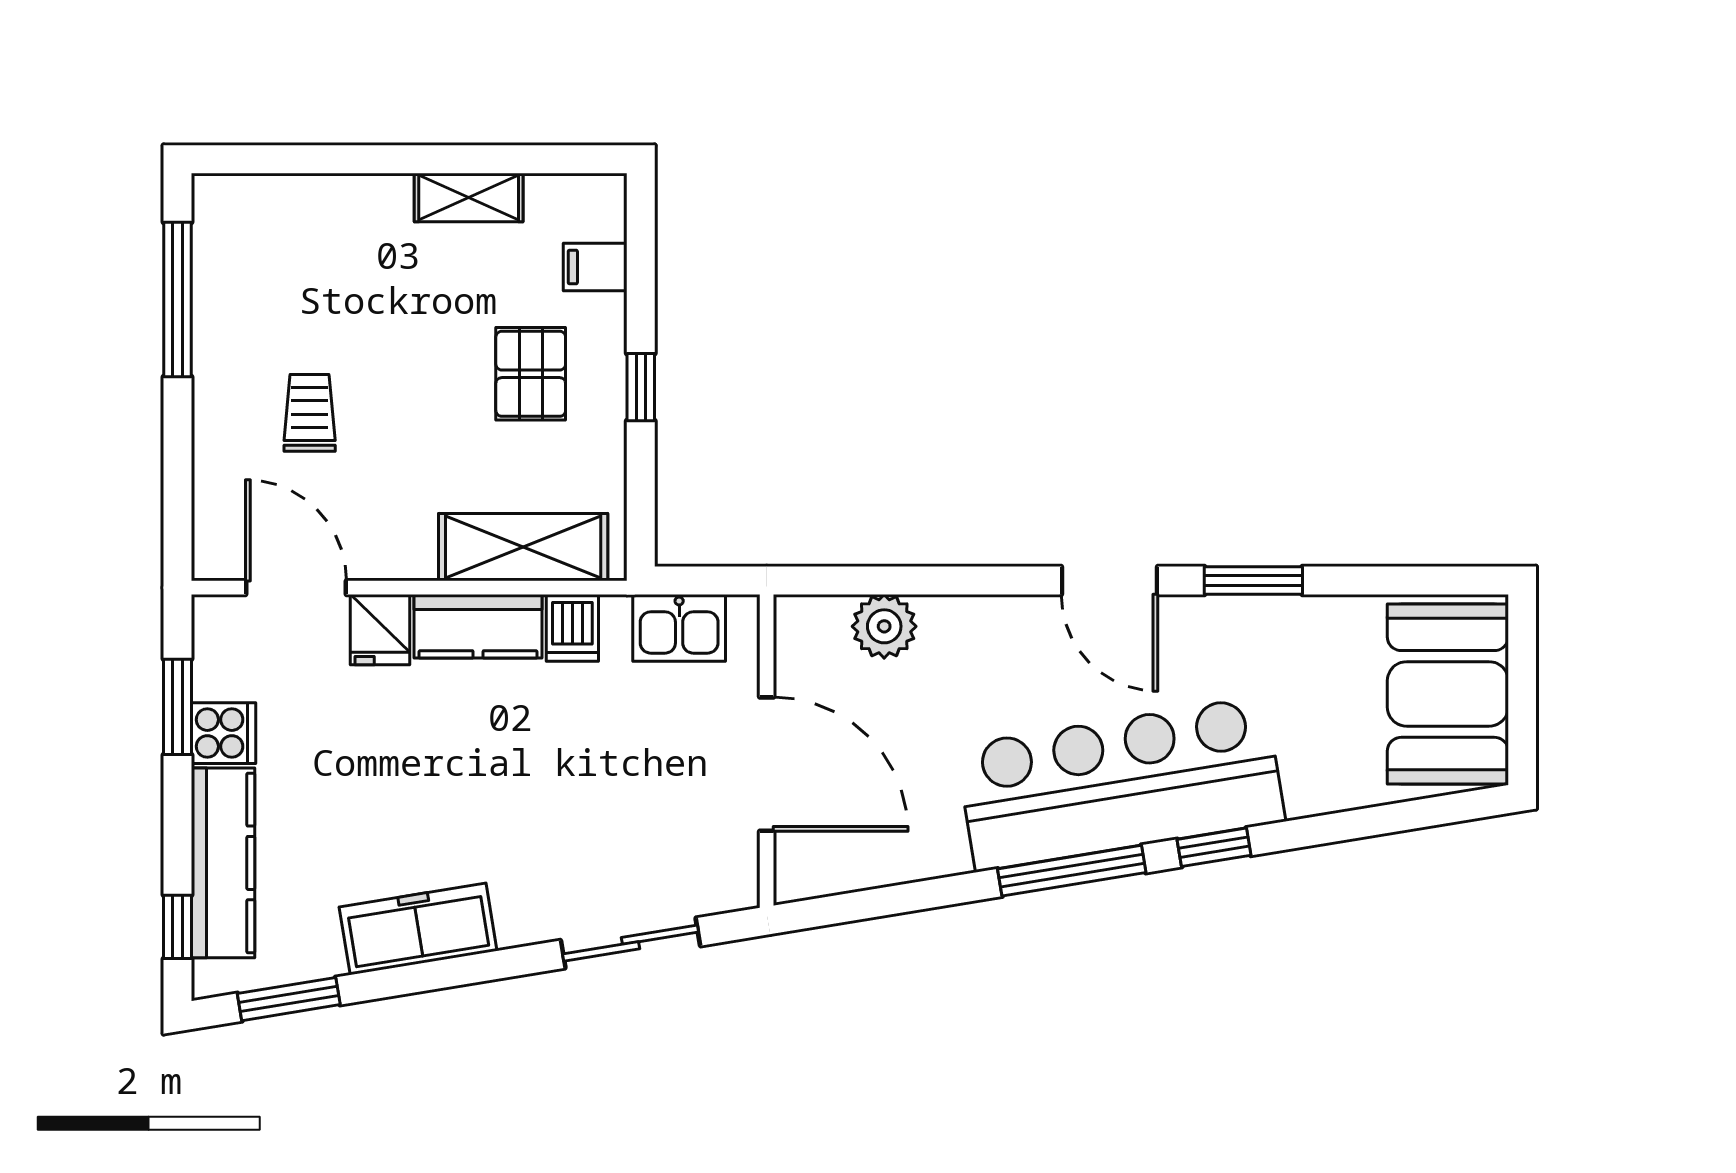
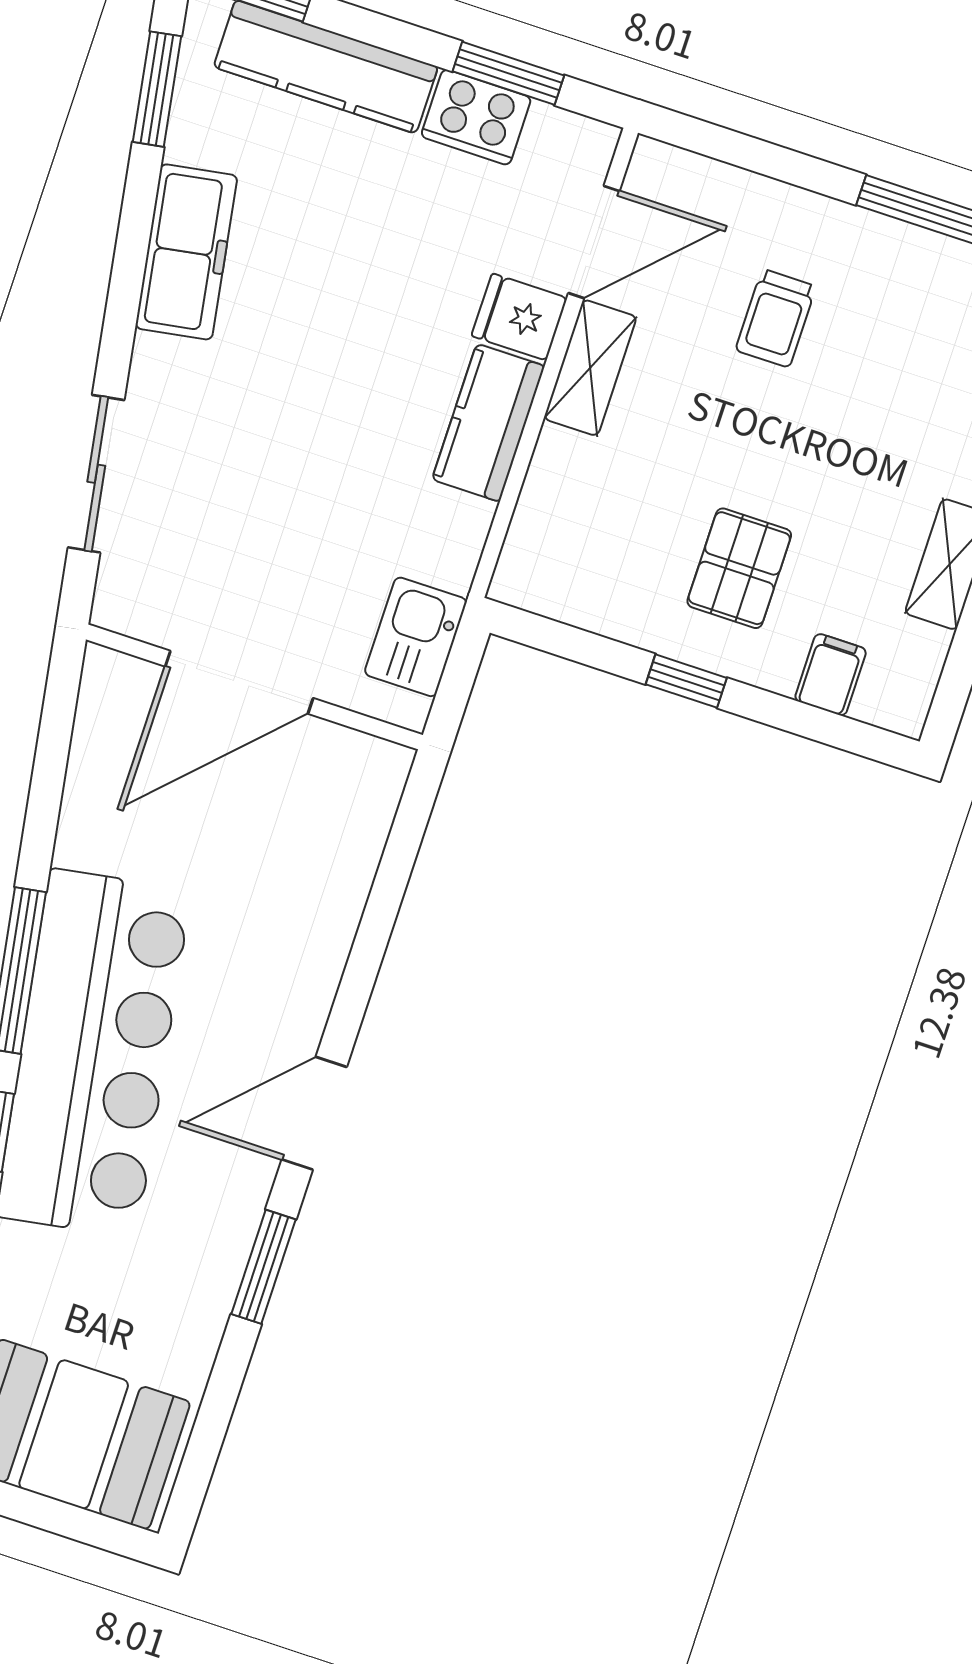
pallet: (531, 374) -> (739, 568), turned 90
trolley: (310, 413) -> (776, 318), turned 90
shelving: (523, 547) -> (590, 368), moved, width x0.67, depth x0.75
plant: (884, 626) -> (345, 856), removed
dishwasher: (572, 628) -> (453, 523), removed
cooker: (223, 733) -> (476, 117), width x1.36

